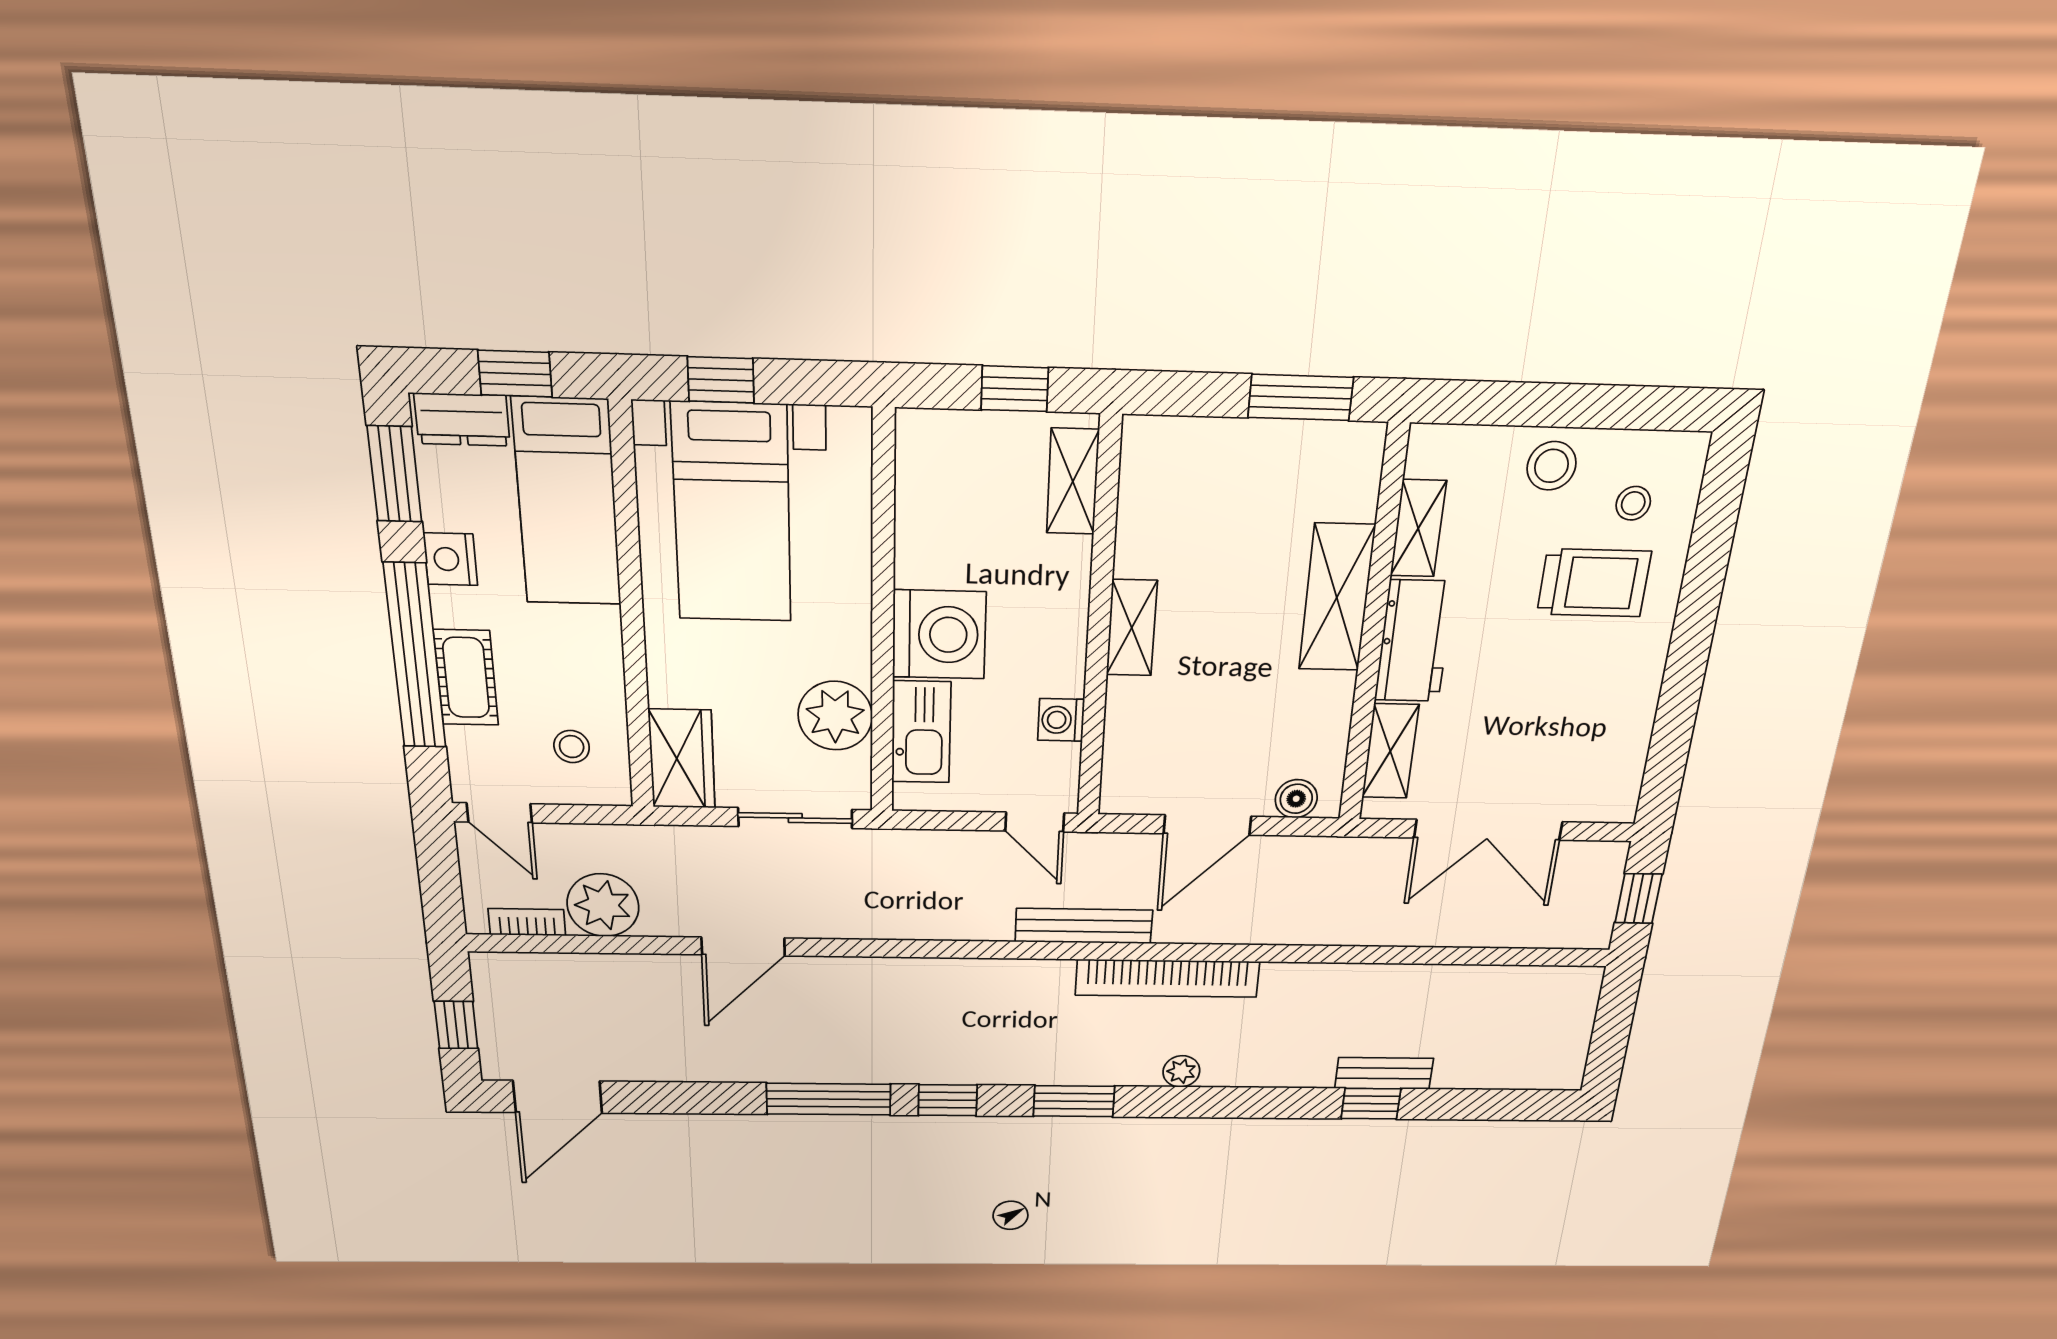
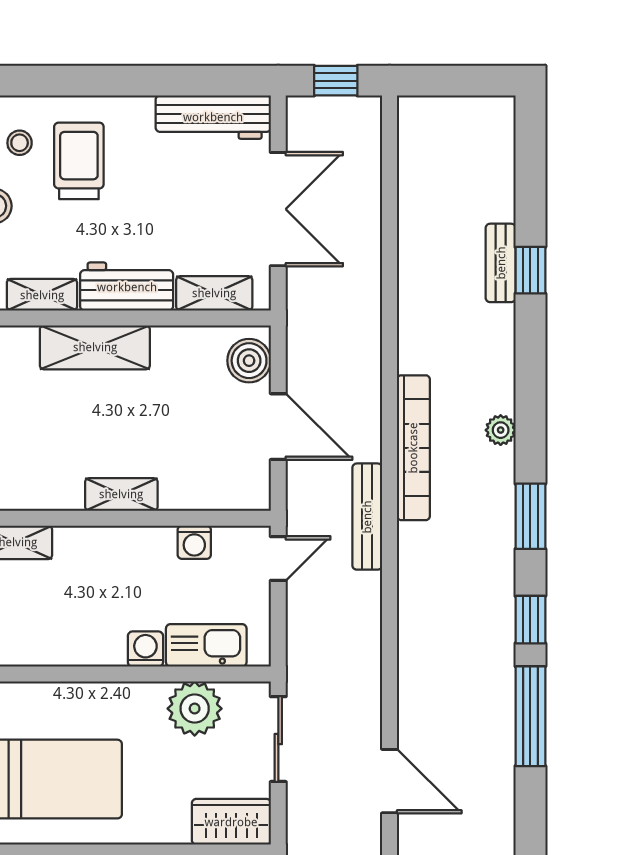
washing machine: (939, 635) -> (145, 649), width x0.53, depth x0.53
workbench: (1621, 754) -> (213, 117), added
boiler: (1296, 799) -> (249, 361), width x1.36, depth x1.36

